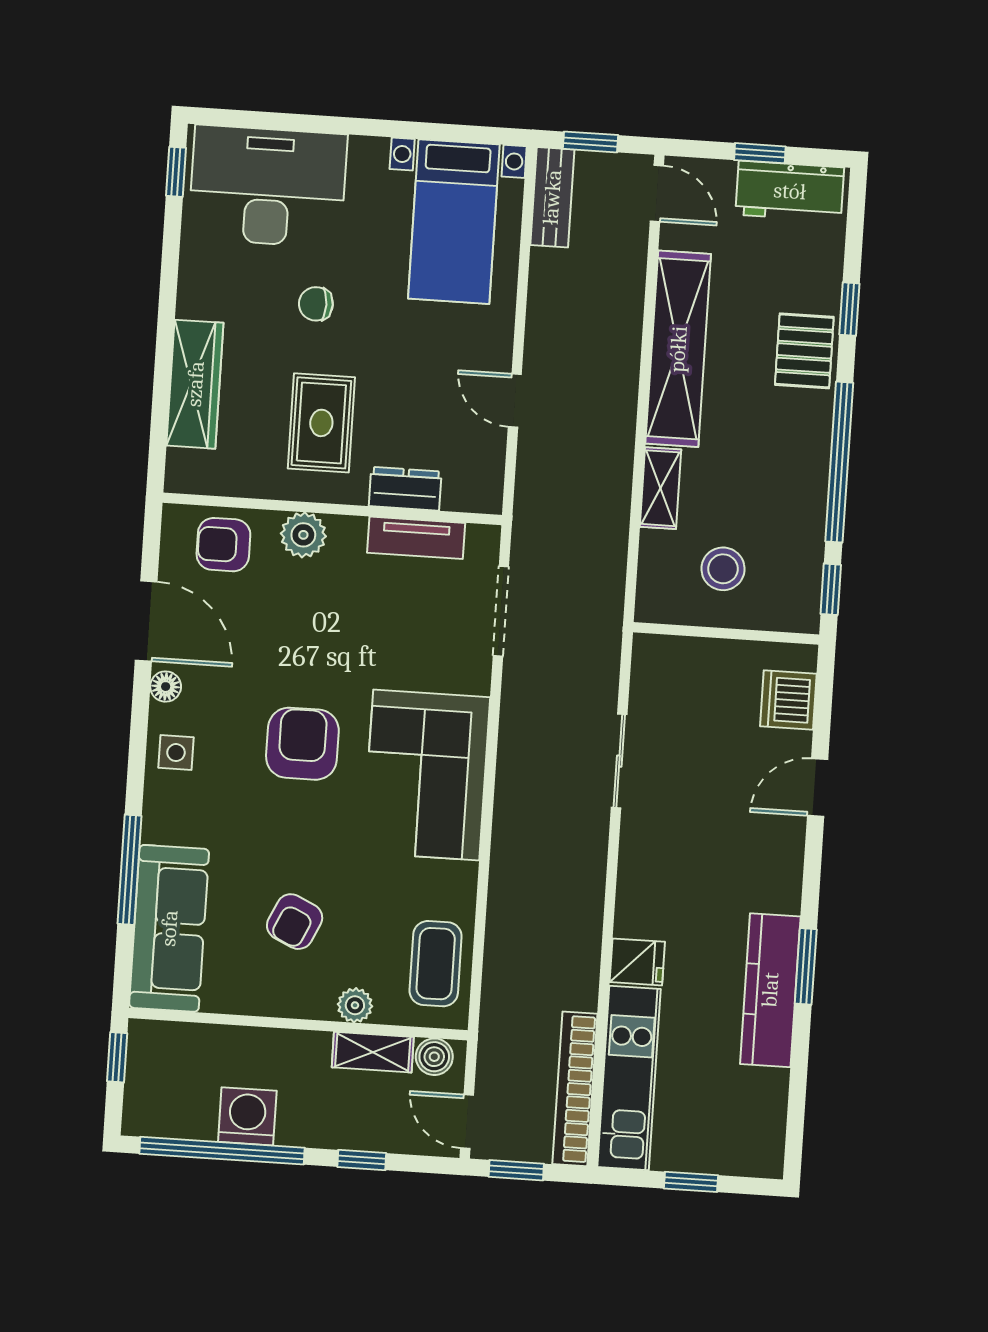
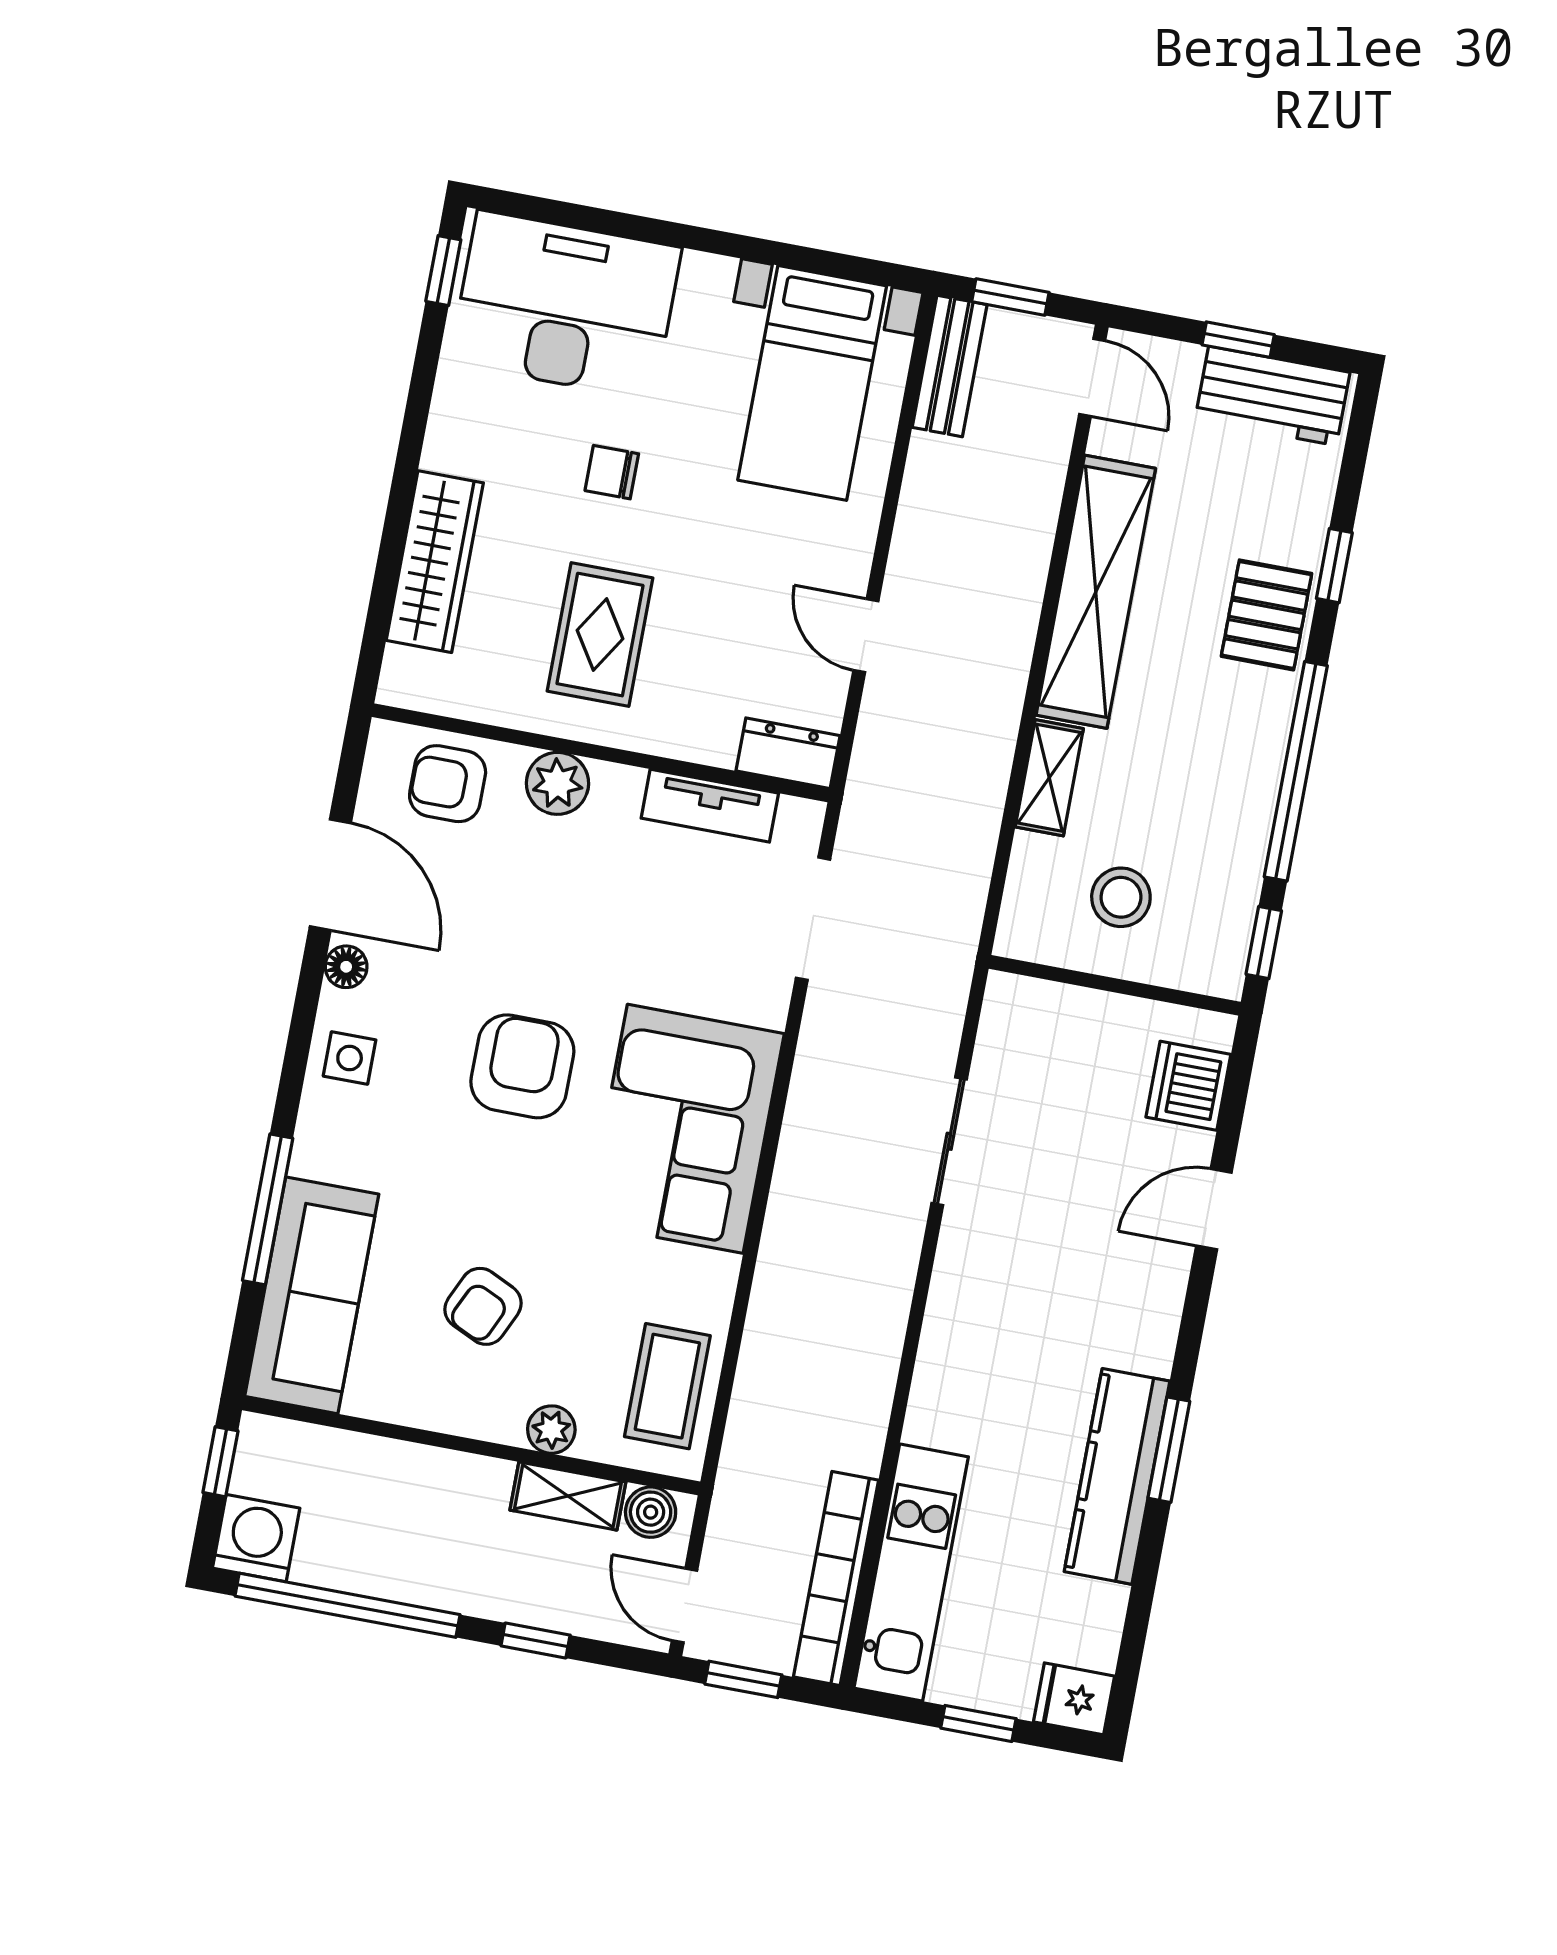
dresser: (405, 489) -> (788, 753), moved
fridge: (637, 962) -> (1074, 1699), moved, turned 180
washing machine: (247, 1116) -> (256, 1538), moved

